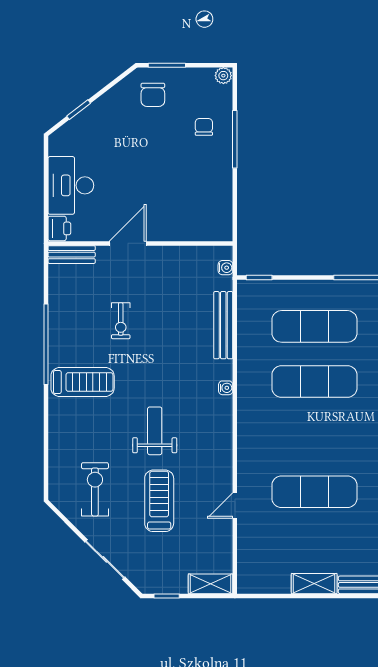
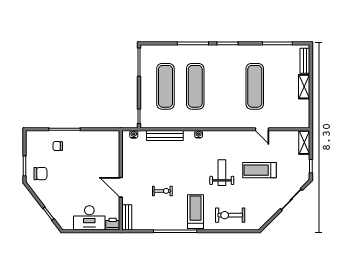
plant: (223, 76) -> (30, 136), removed
weight bench: (155, 431) -> (222, 173), turned 90
exercise bike: (95, 489) -> (230, 215), moved

